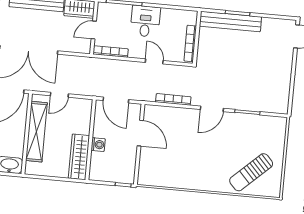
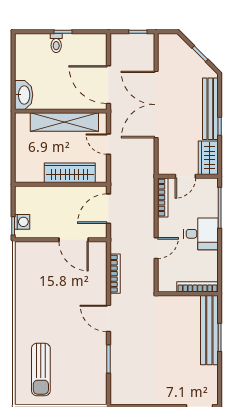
door: (94, 30) -> (185, 176), swing flipped
bookcase: (190, 43) -> (198, 287), moved
door: (140, 133) -> (74, 240), hinge flipped
washing machine: (98, 145) -> (22, 222), moved, turned -90
wardrobe: (79, 157) -> (70, 173), moved
sun lounger: (251, 172) -> (41, 369), turned -137

